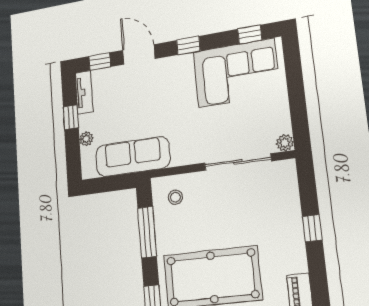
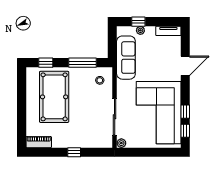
window: (188, 45) -> (185, 112), moved
window: (100, 61) -> (185, 42), removed
corner sofa: (236, 73) -> (159, 113), width x1.36, depth x1.36
window: (71, 117) -> (138, 22), moved

